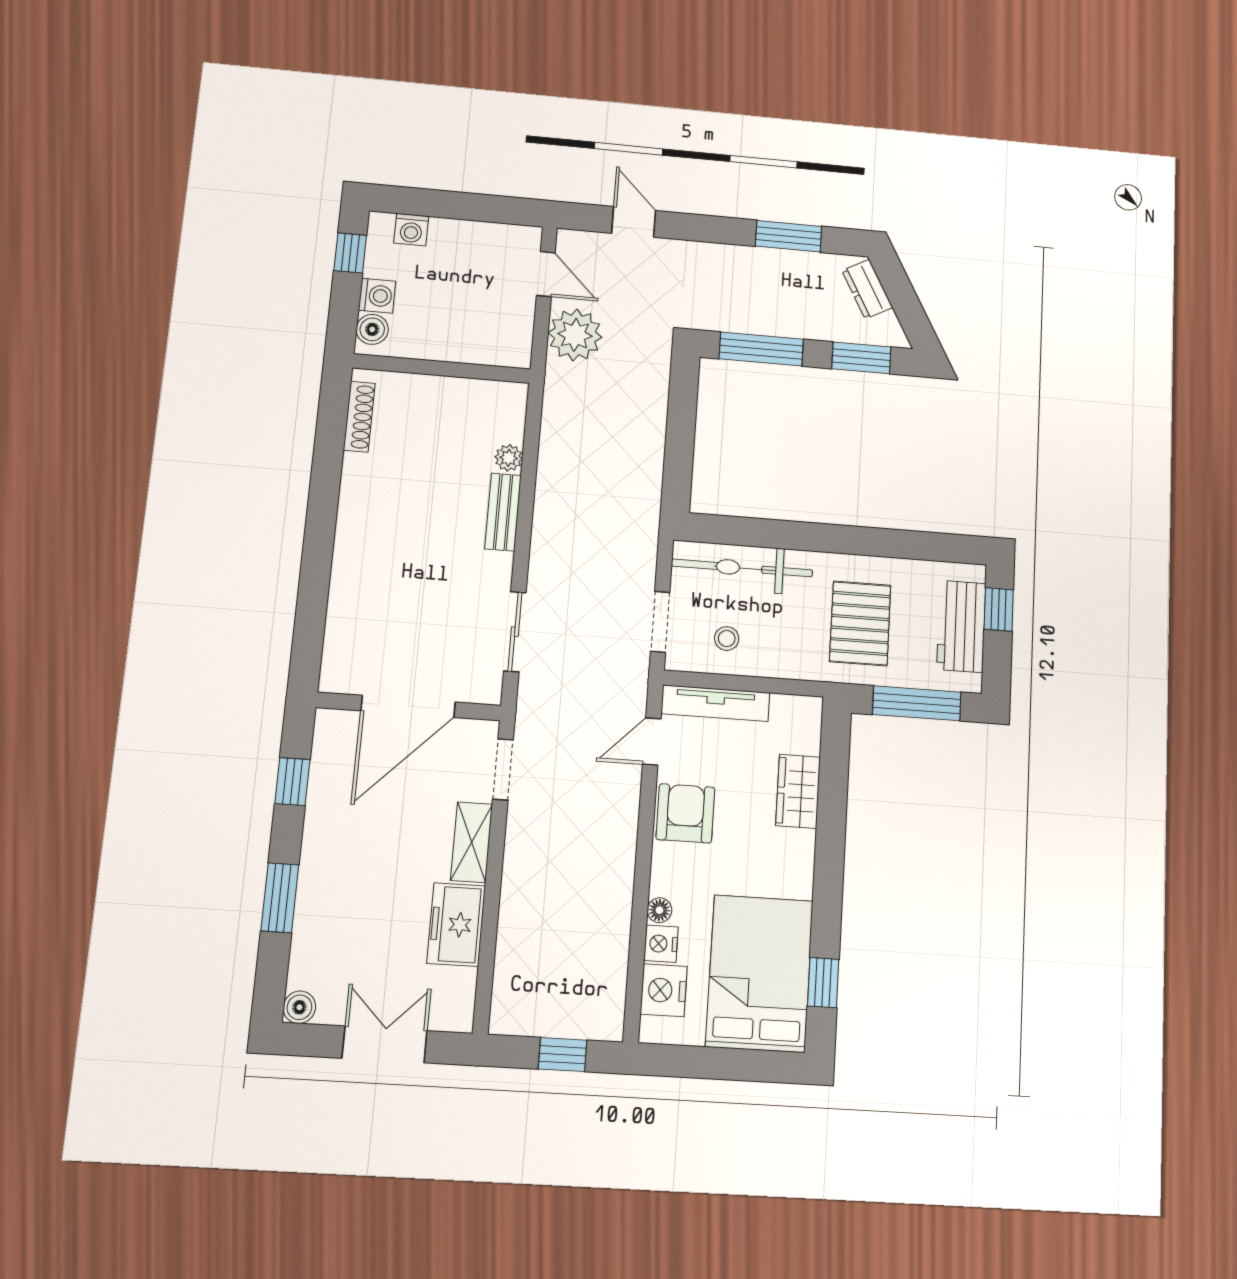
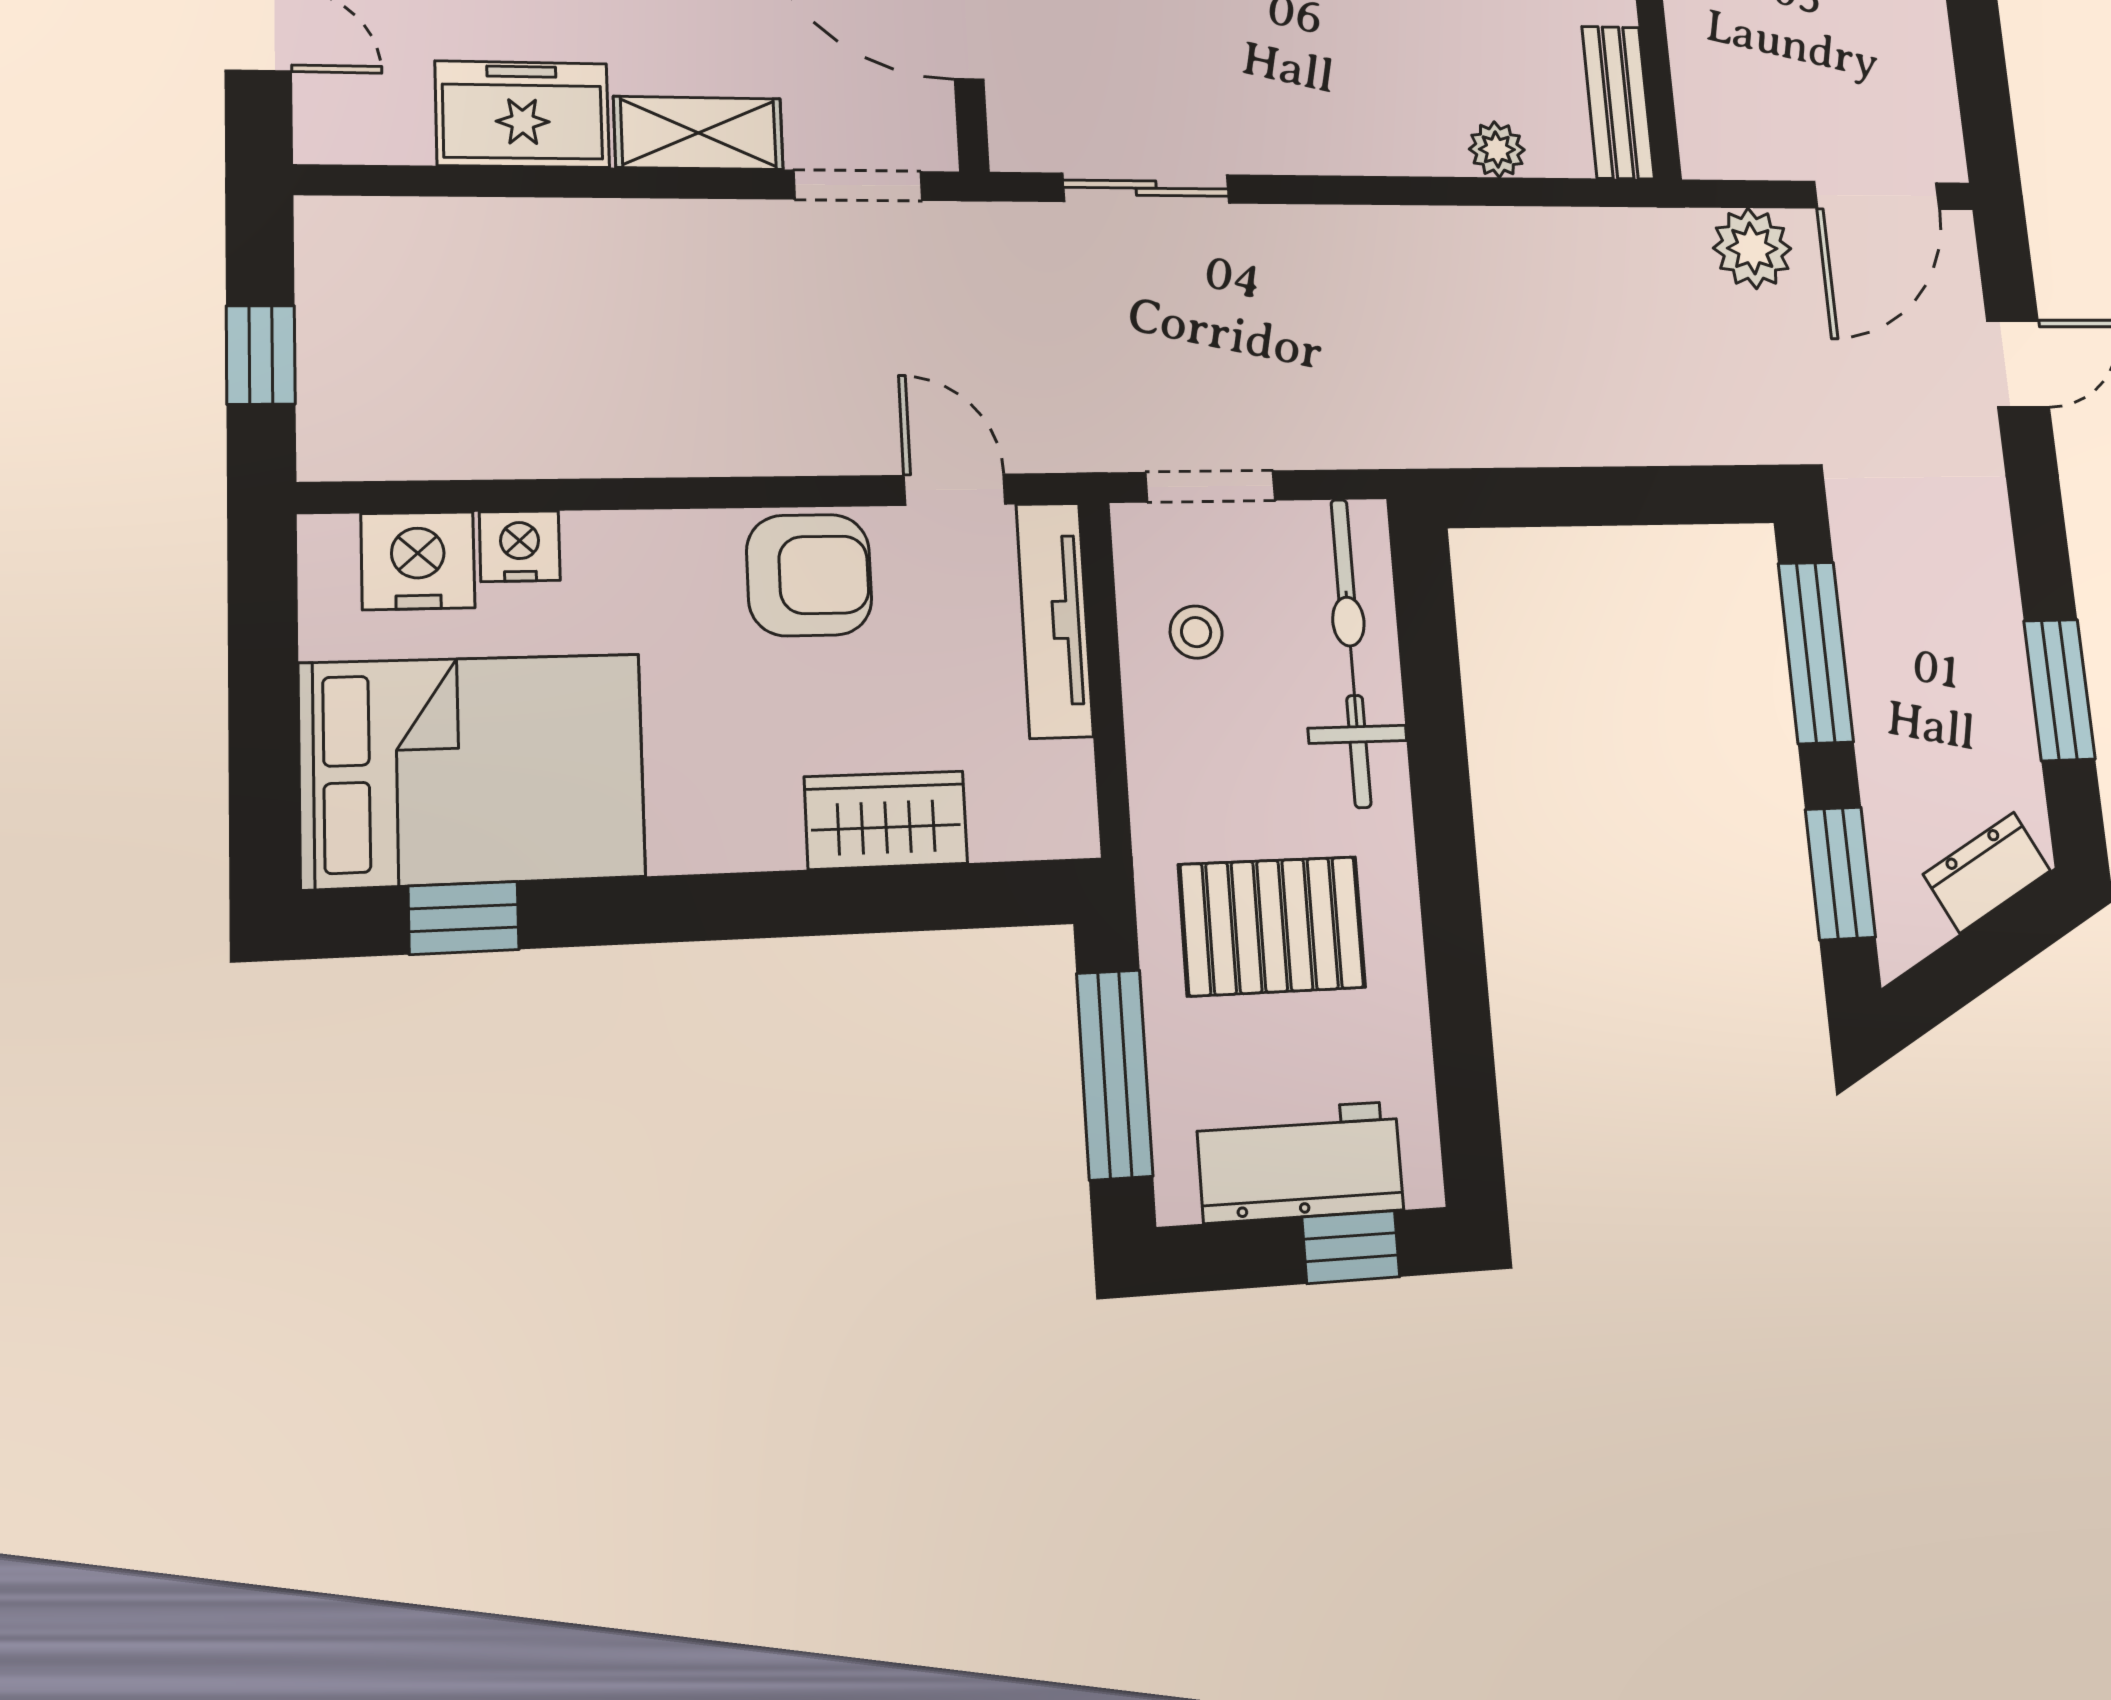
door: (546, 274) -> (1877, 195), width x1.38
plant: (575, 335) -> (1752, 248), width x0.73, depth x0.73
bench: (503, 512) -> (1618, 103), moved, turned 90
floor lamp: (659, 910) -> (593, 537), removed

